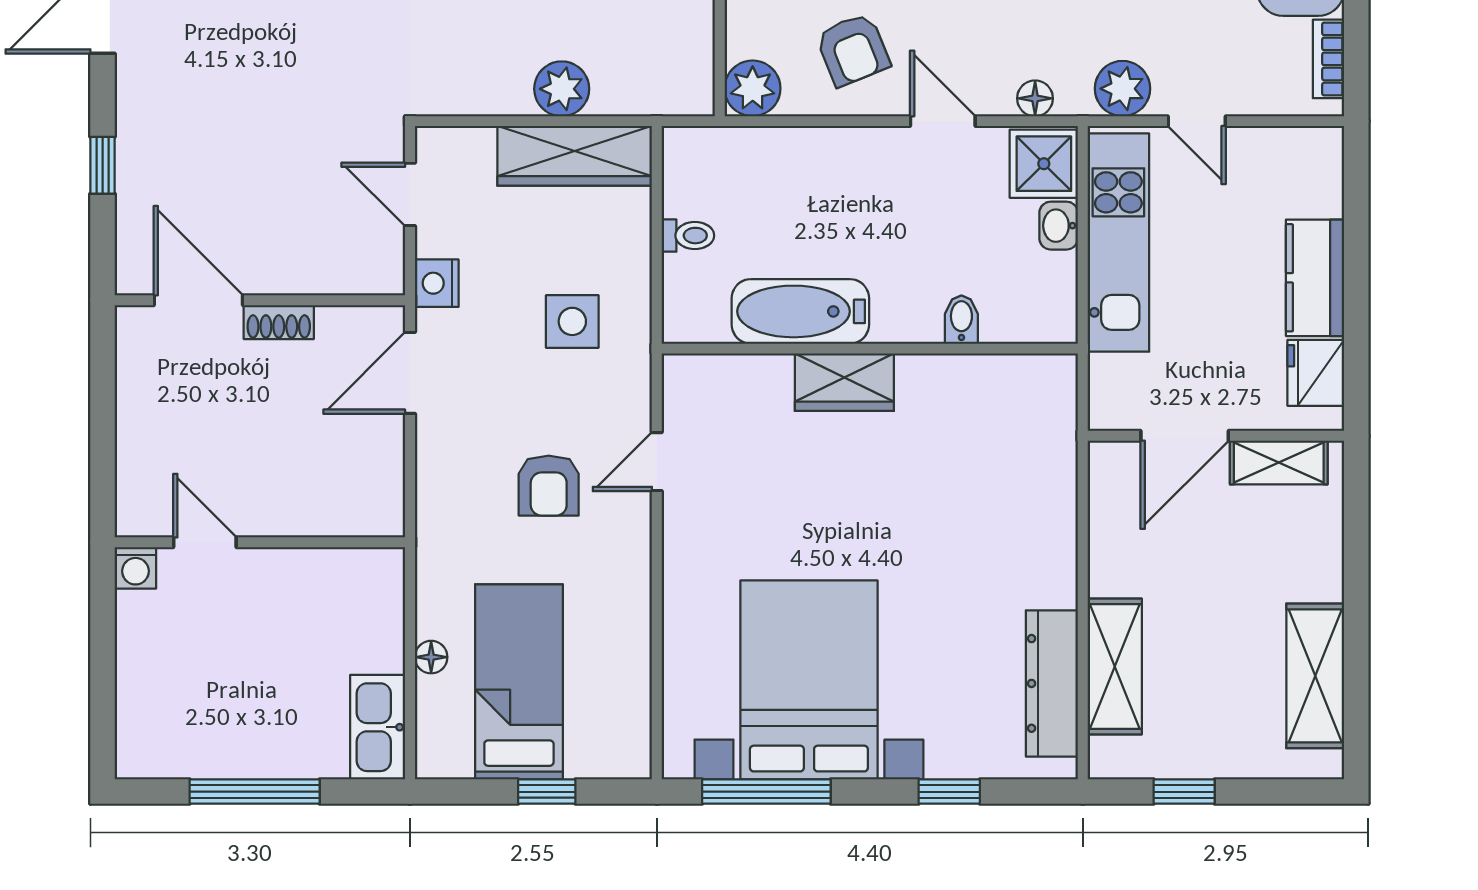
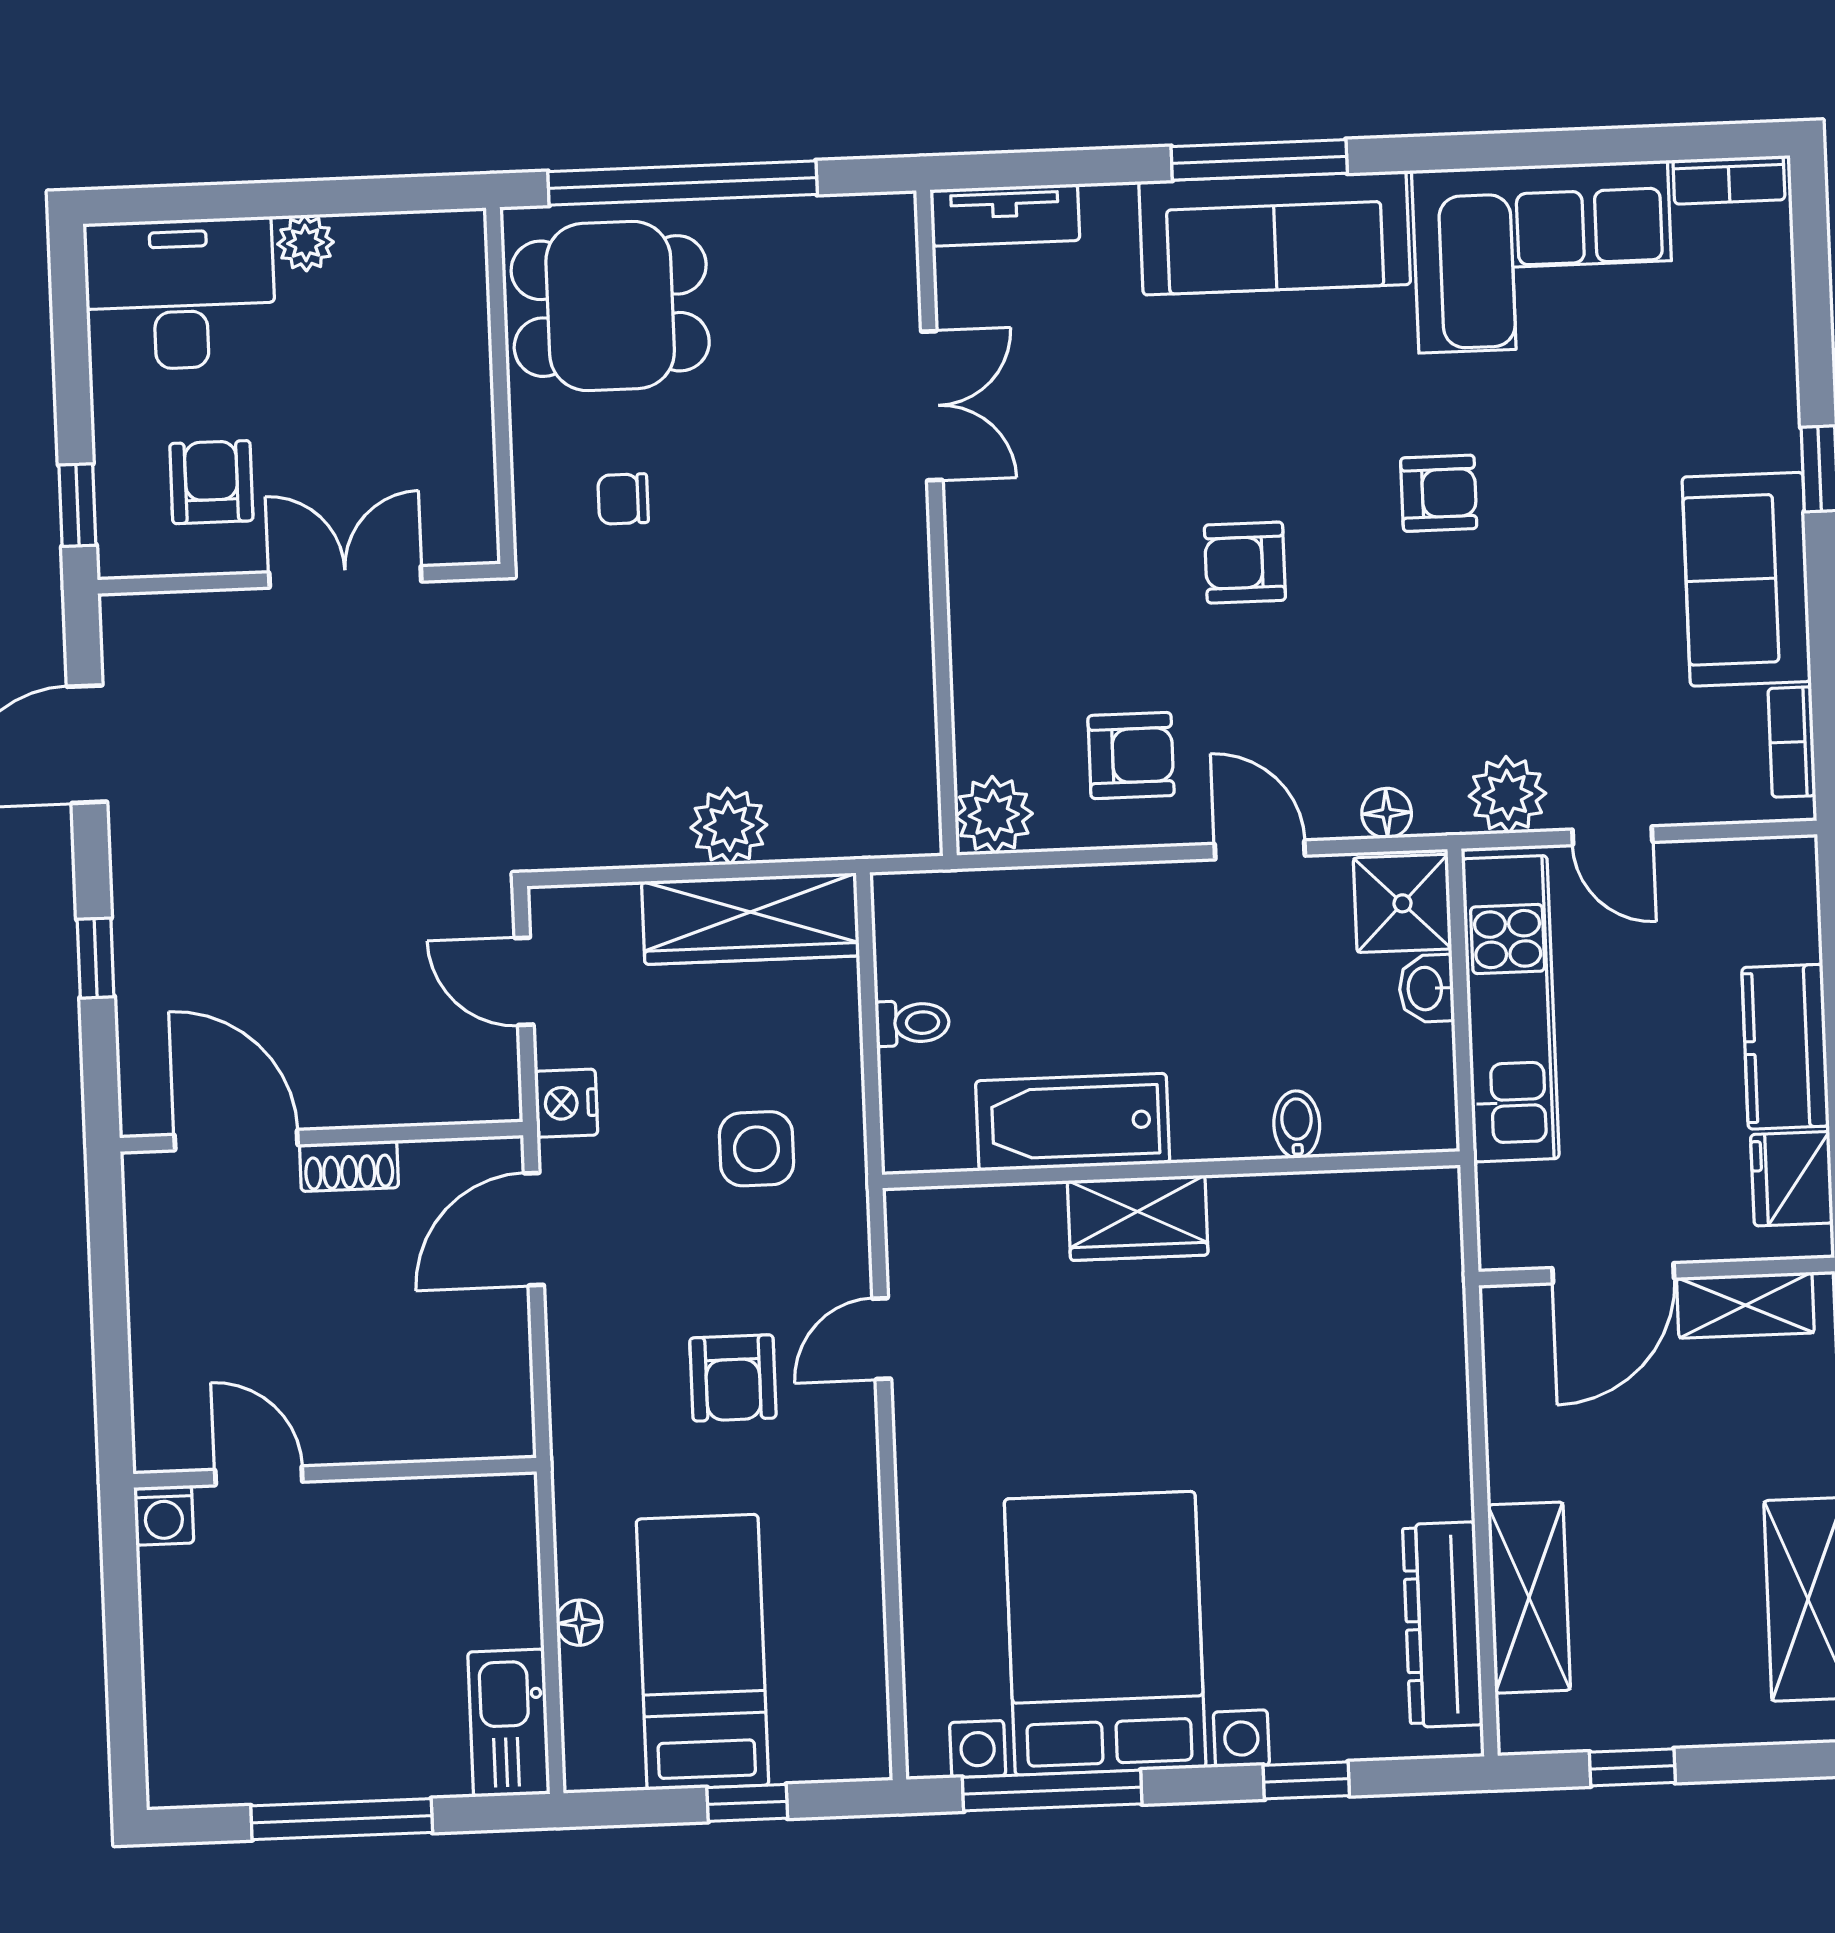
armchair: (853, 50) -> (1131, 756), turned -68

